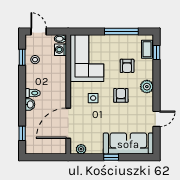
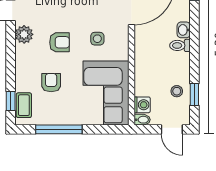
plant: (147, 87) -> (24, 34), moved
armchair: (121, 95) -> (60, 42), turned -90

